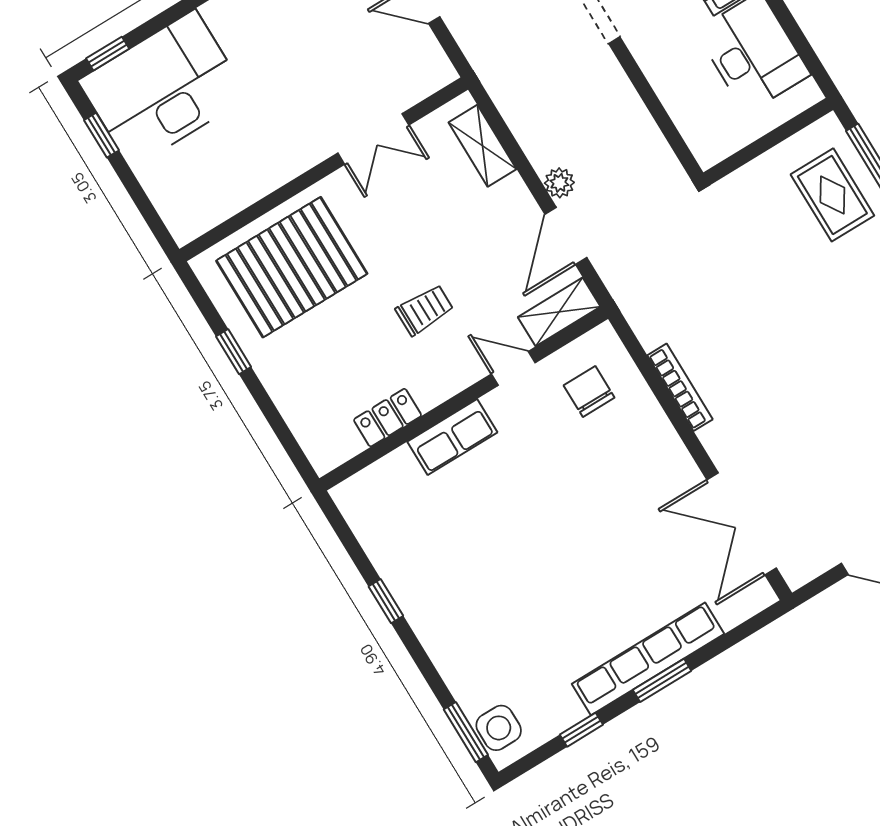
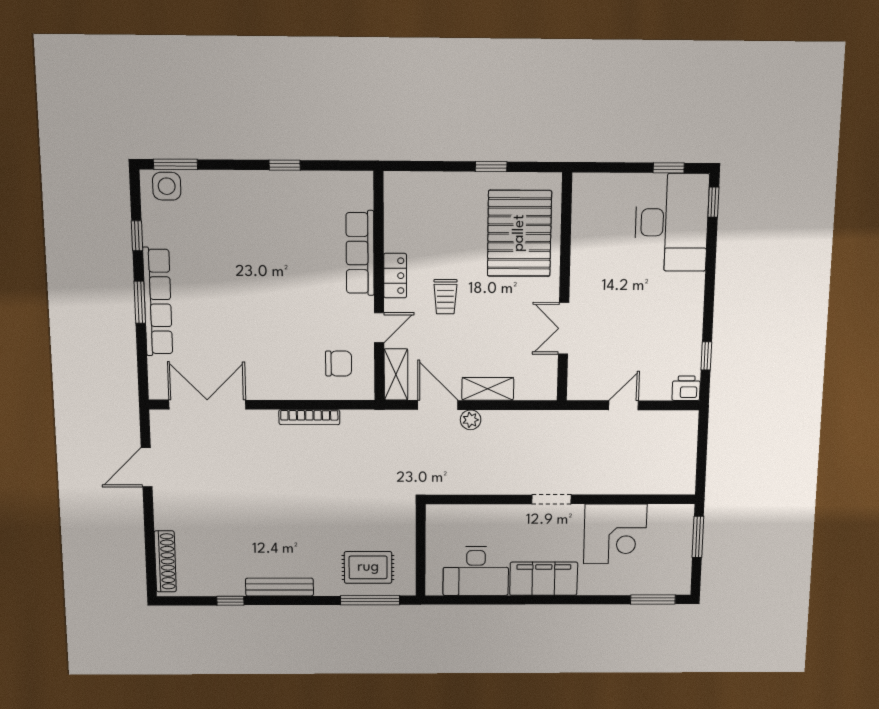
shelving: (483, 146) -> (488, 389), moved
locker: (388, 418) -> (395, 276), moved
row of seats: (452, 437) -> (360, 253), width x1.48

